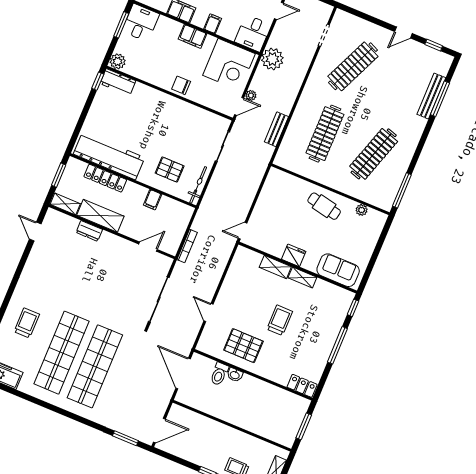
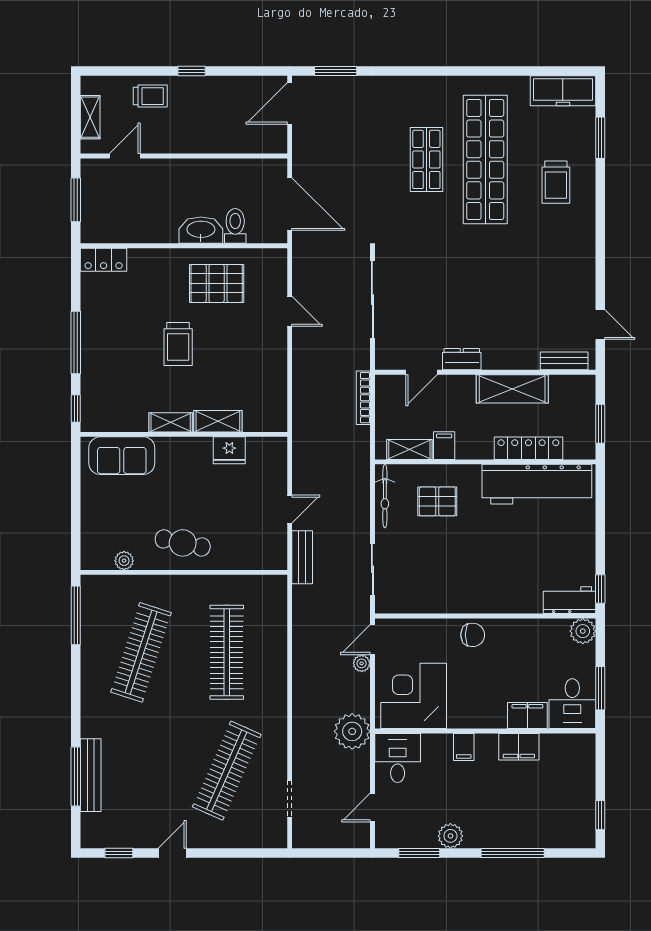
filing cabinet: (193, 36) -> (527, 716), moved
bench: (276, 129) -> (302, 557), moved
shelving: (65, 204) -> (409, 450), moved
bench: (64, 219) -> (564, 361), added
dresser: (89, 231) -> (462, 359), moved
door: (243, 231) -> (290, 509), moved
fridge: (294, 255) -> (229, 450), moved
shop shelf: (95, 366) -> (426, 159), width x0.50, depth x0.74
washbasin: (235, 375) -> (201, 230), width x1.91, depth x1.45
door: (265, 440) -> (125, 156), added

